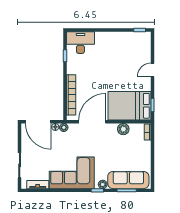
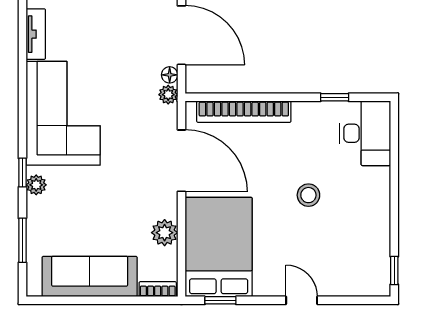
stool: (107, 67) -> (308, 195), added
door: (38, 122) -> (181, 35), swing flipped
sofa: (128, 180) -> (90, 276), moved, turned -90

